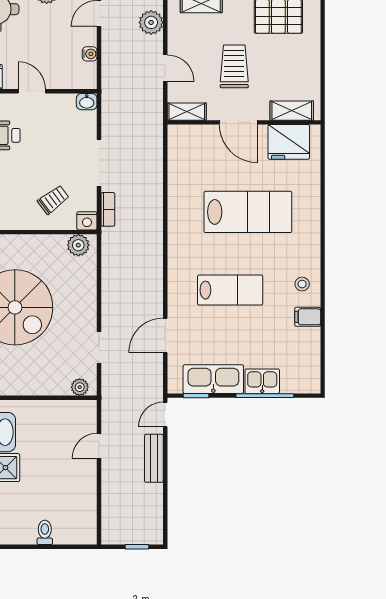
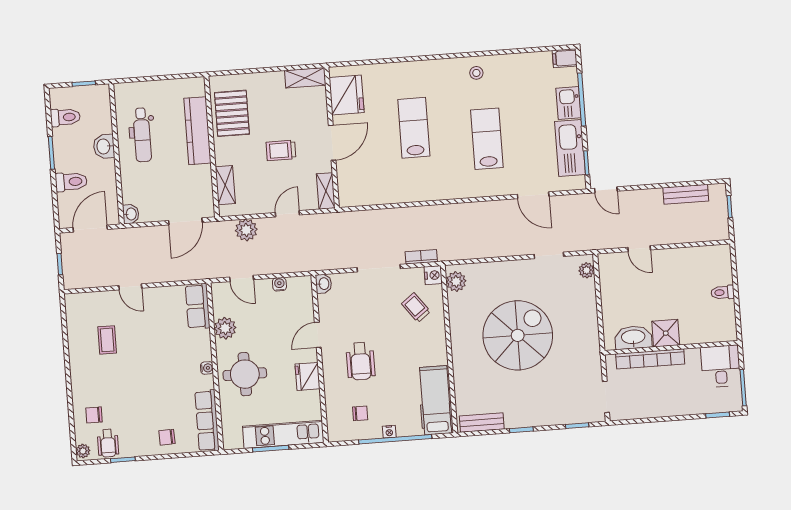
trolley: (234, 66) -> (281, 150), width x0.73, depth x0.72
shelving: (292, 111) -> (305, 78), moved, turned 90
lab bench: (248, 212) -> (414, 128), width x0.73, depth x0.72
filing cabinet: (308, 317) -> (565, 58), moved, turned 90
bench: (154, 458) -> (686, 194), moved

